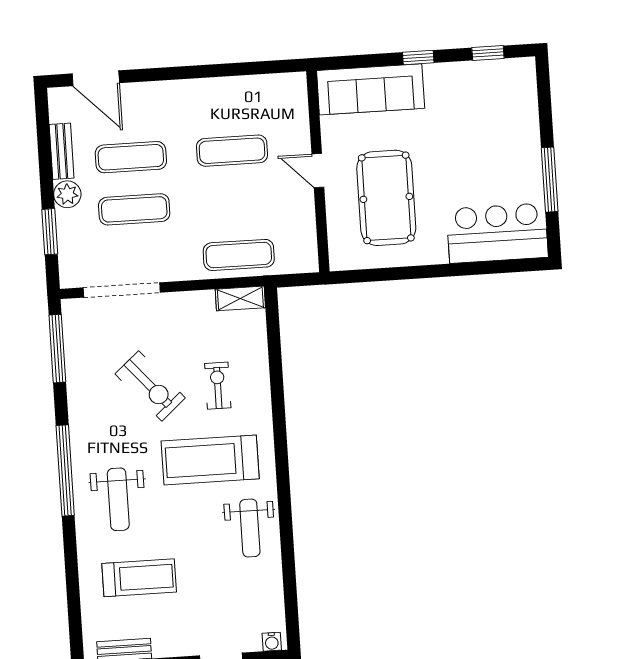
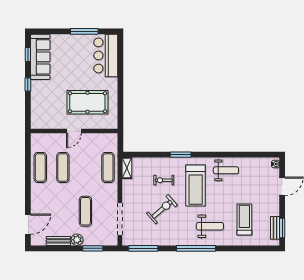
sofa: (371, 89) -> (40, 57), moved
exercise mat: (131, 157) -> (40, 167), moved
window: (279, 421) -> (181, 155), added

